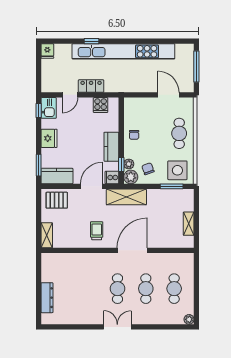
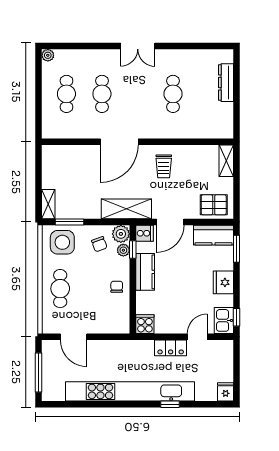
cooker: (101, 105) -> (145, 324), moved
shelving: (189, 224) -> (48, 204), moved
cafe table: (117, 289) -> (173, 94), moved

